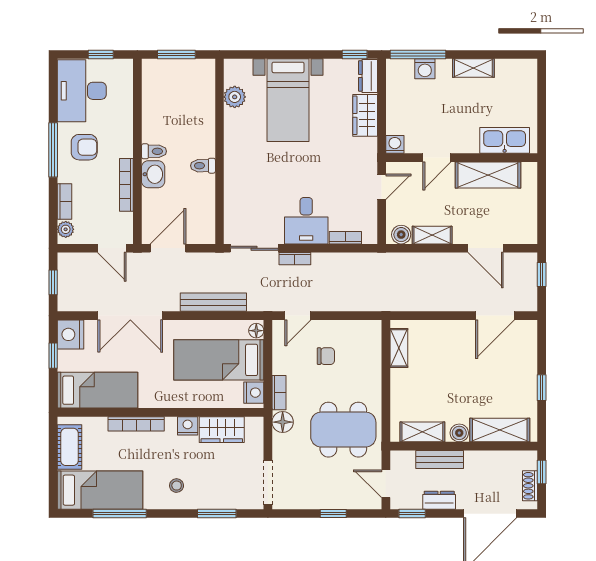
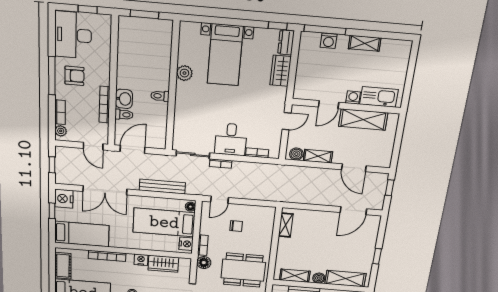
plant: (235, 97) -> (184, 73), moved
washing machine: (395, 144) -> (353, 98), moved
toilet: (154, 151) -> (124, 115), moved

